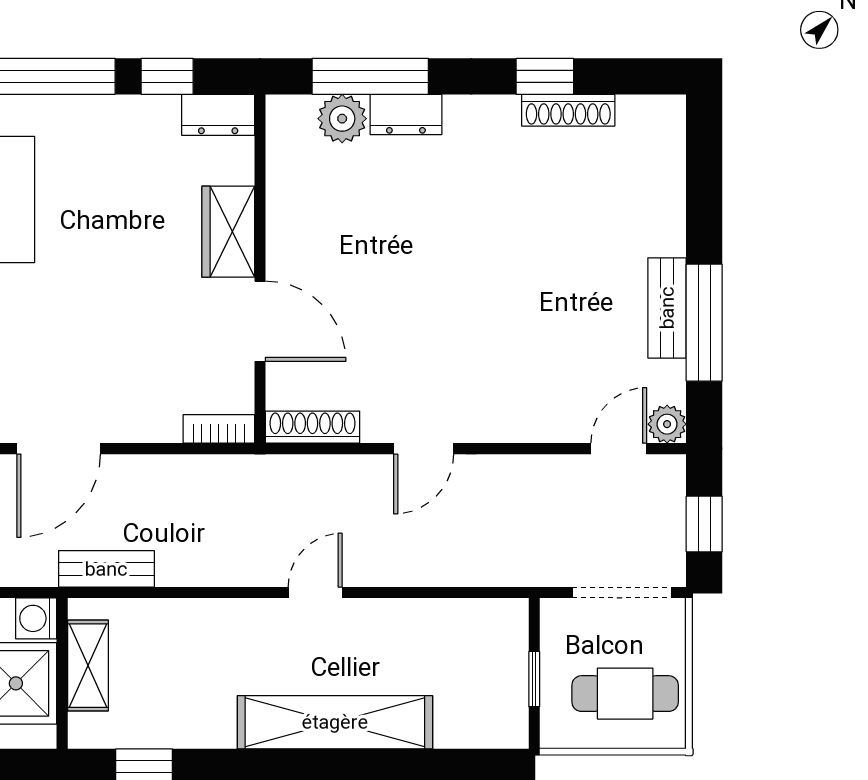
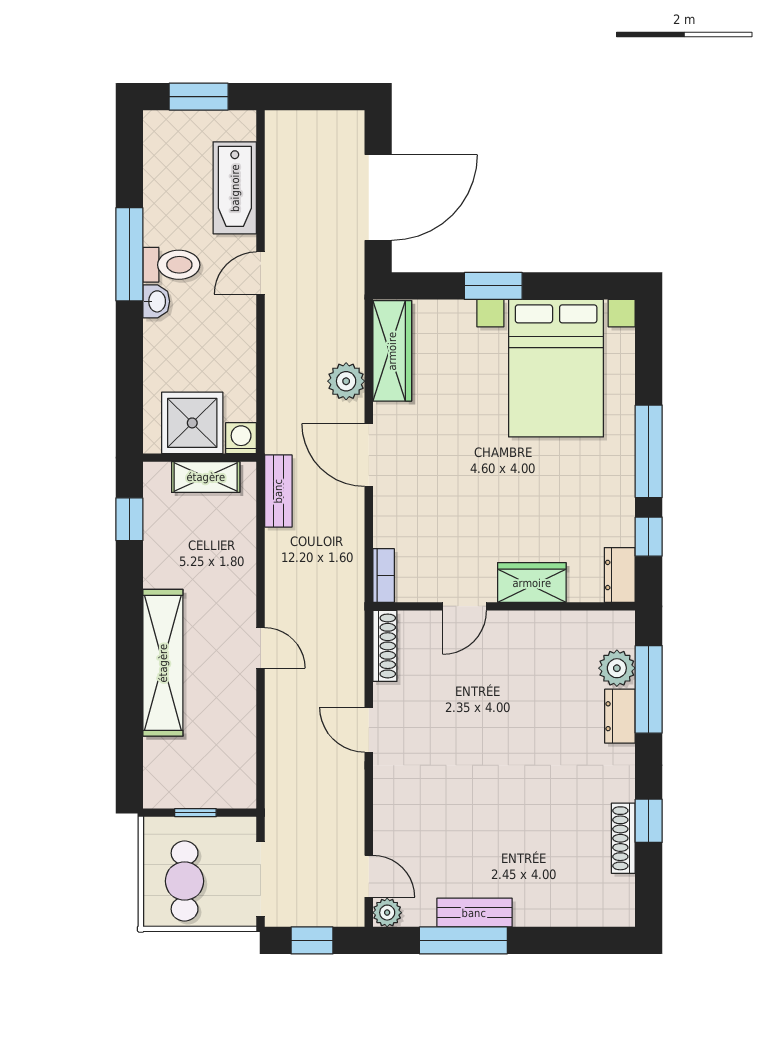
door: (260, 321) -> (464, 606), width x0.73

